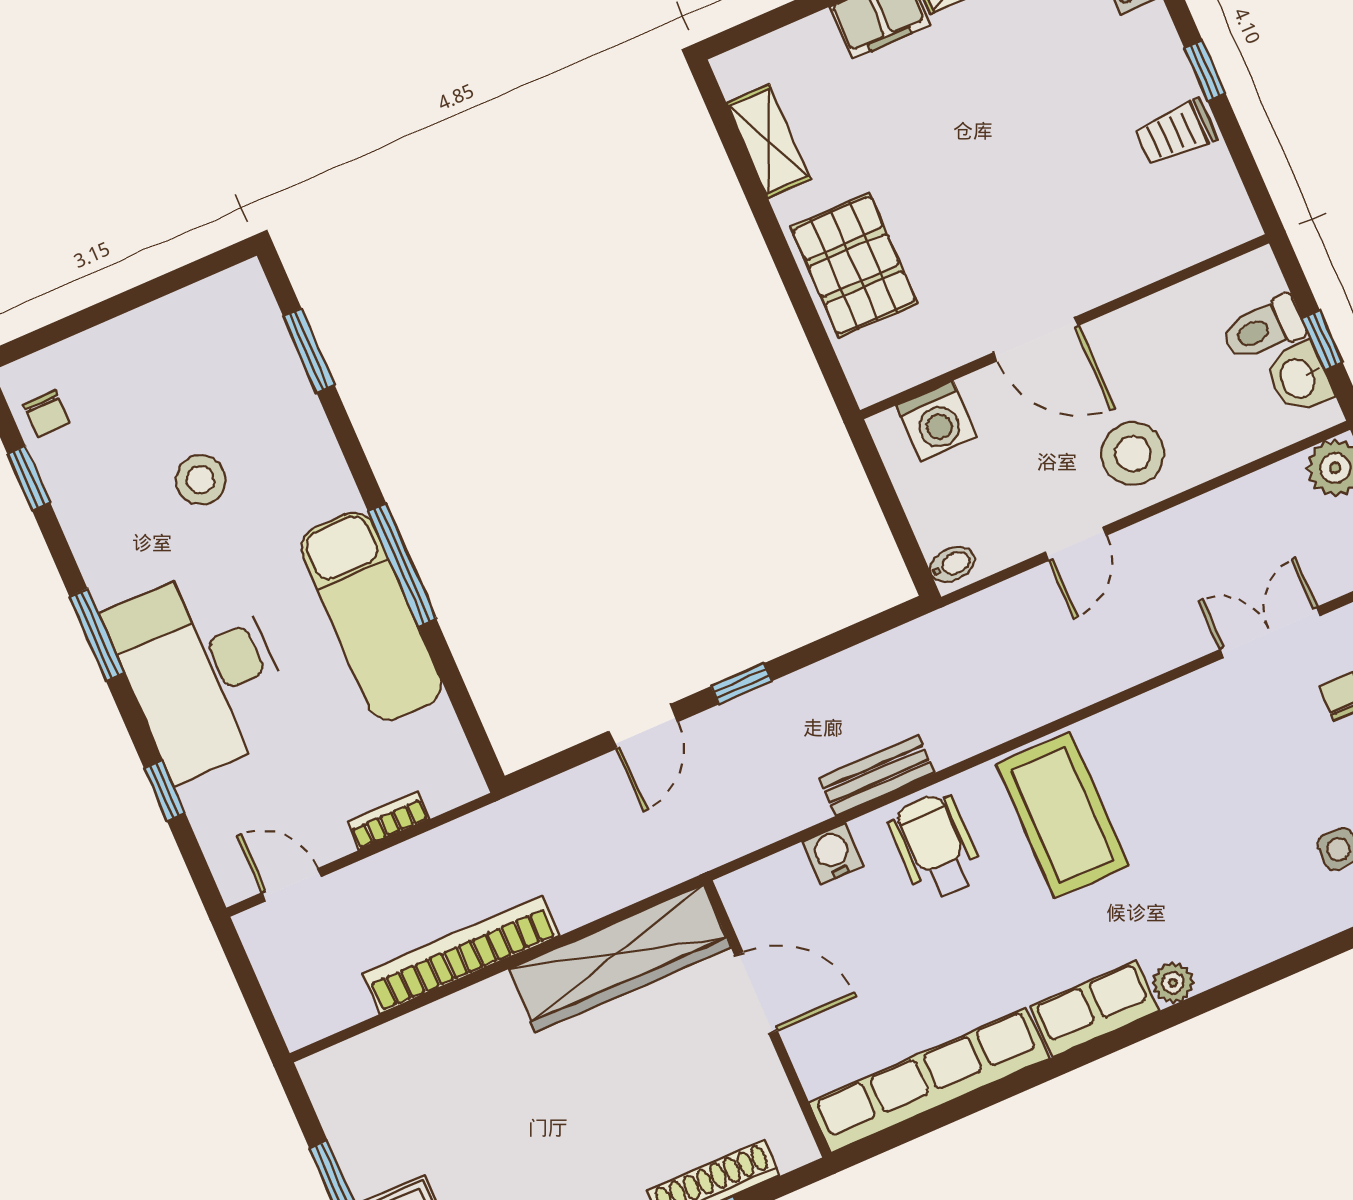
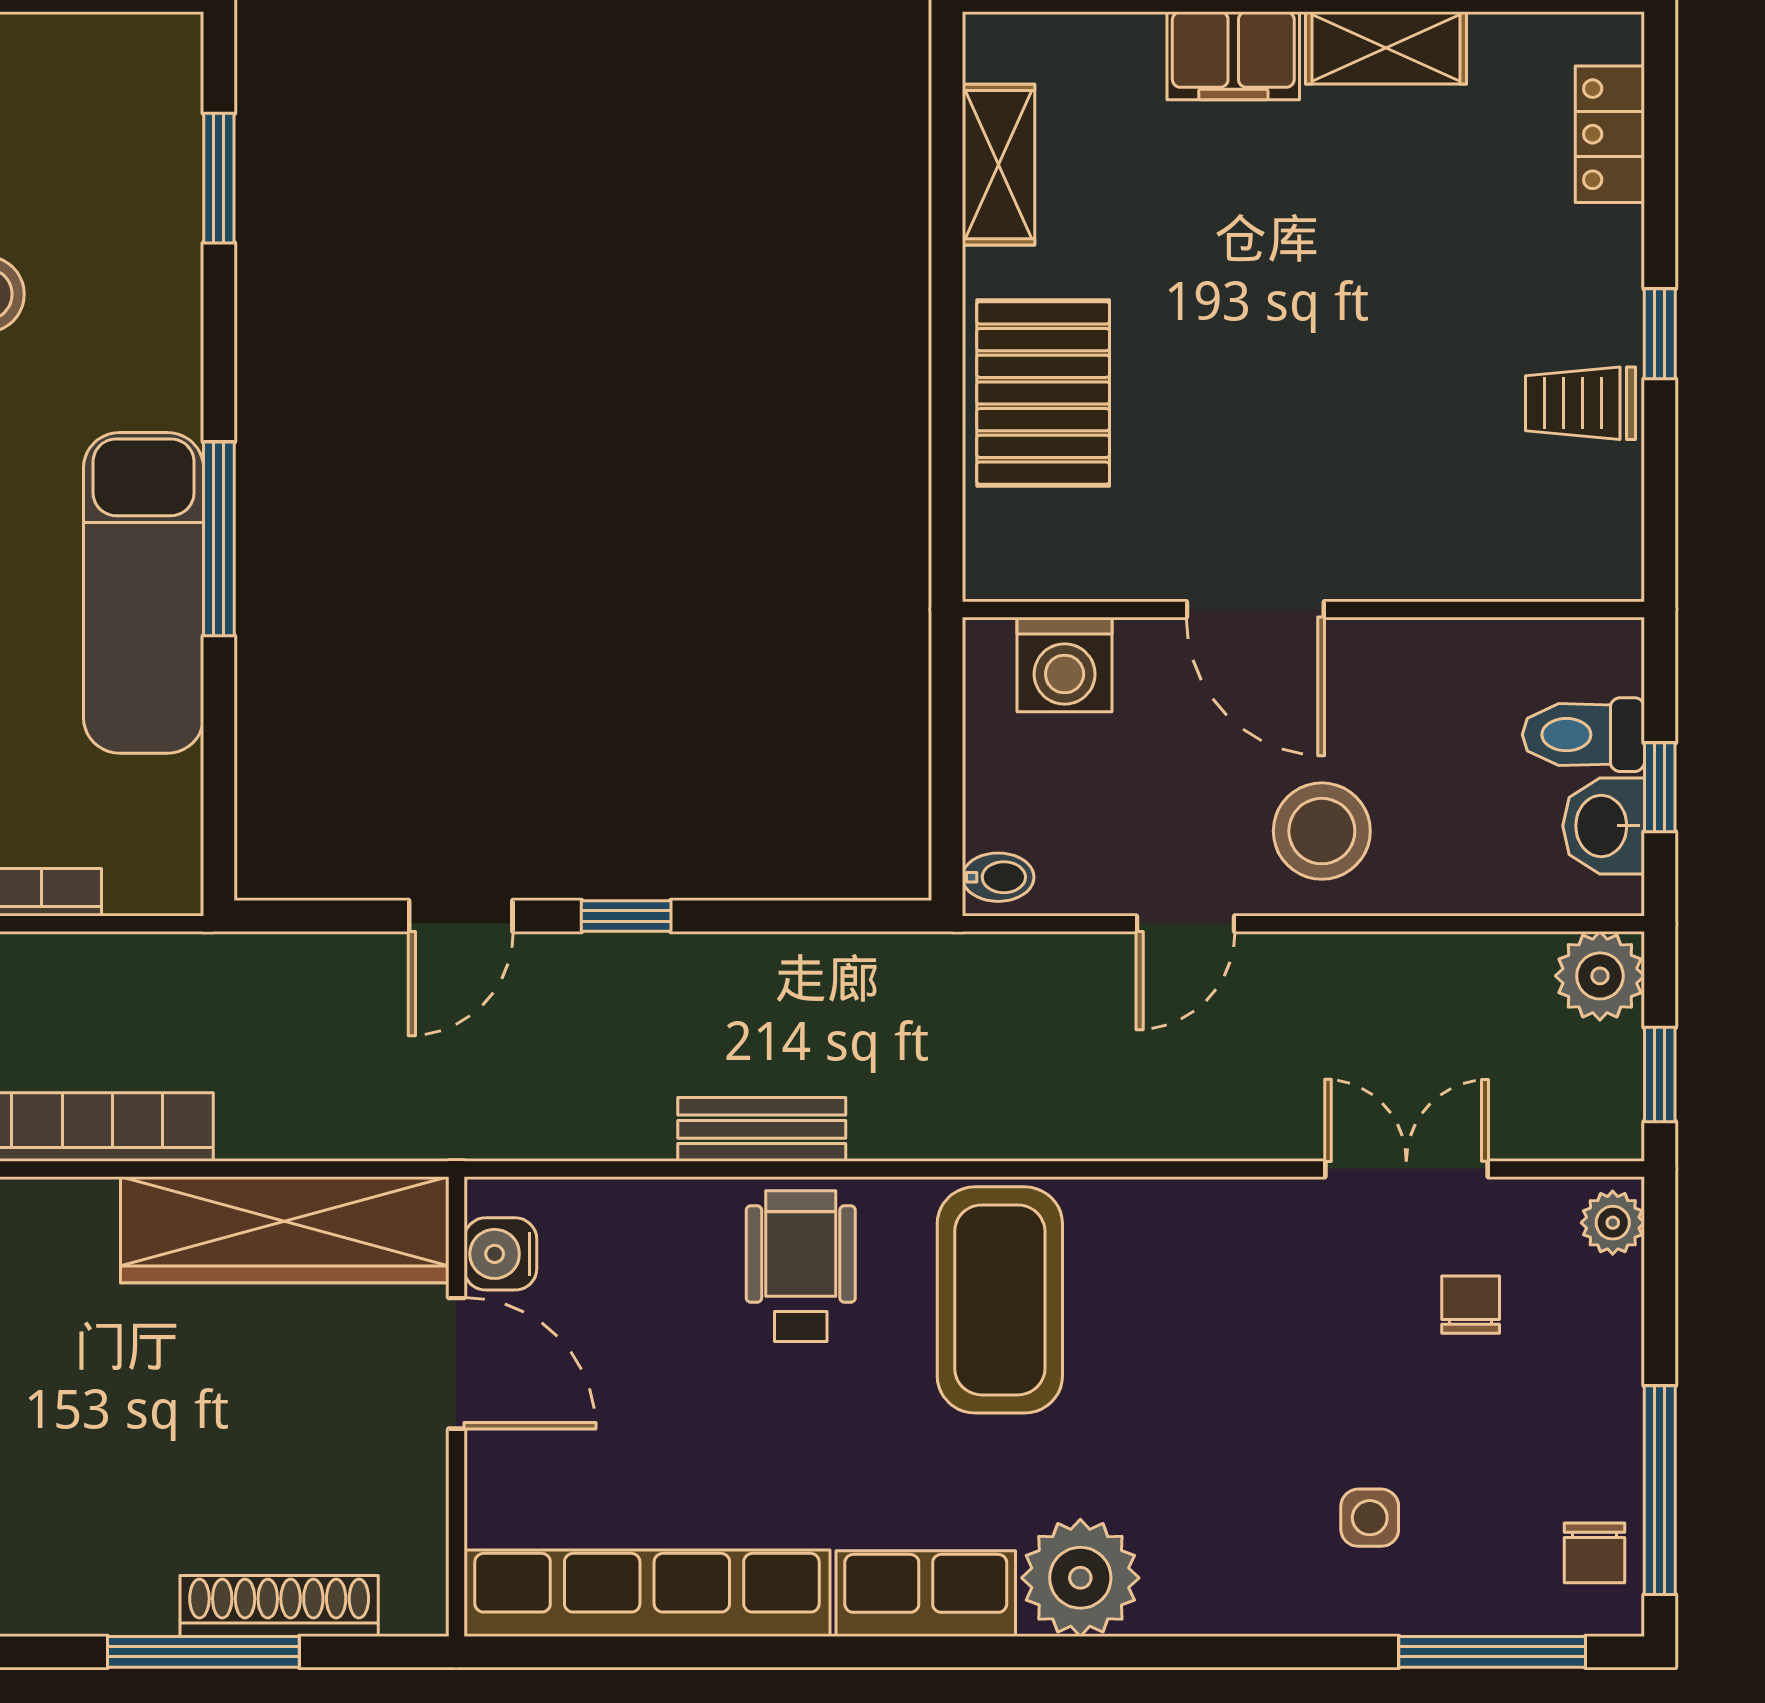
water cooler: (833, 854) -> (500, 1254), moved, turned -90
plant: (1173, 983) -> (1080, 1578), width x1.87, depth x1.87

